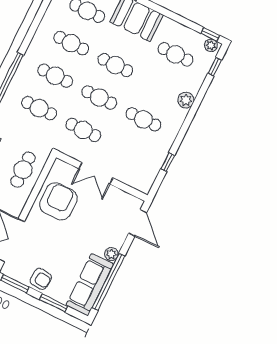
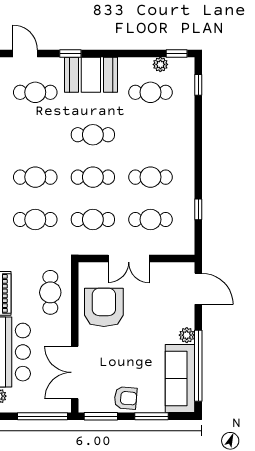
cafe table: (71, 43) -> (151, 220), moved
plant: (211, 45) -> (160, 64), moved
plant: (186, 100) -> (185, 135), removed

